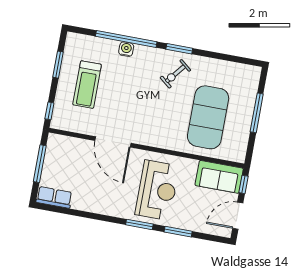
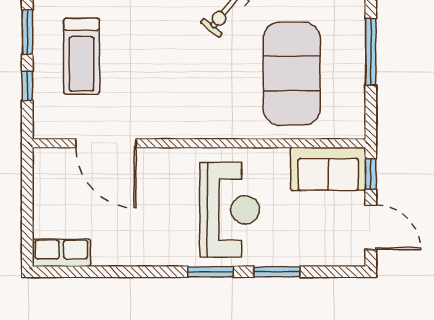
window: (49, 111) -> (27, 86), moved
door: (113, 142) -> (106, 143), moved
window: (40, 164) -> (27, 201), removed
door: (238, 216) -> (371, 227), swing flipped

